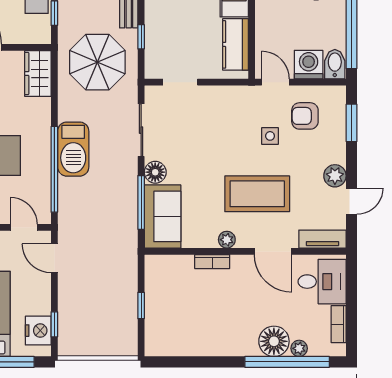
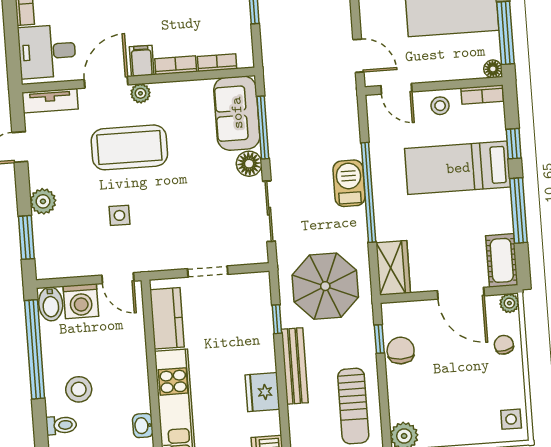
doorway: (180, 82) -> (208, 271), moved
armchair: (305, 116) -> (81, 241), removed
barbecue: (73, 149) -> (349, 183), width x0.73, depth x0.83
window: (54, 169) -> (368, 192), moved
plant: (335, 176) -> (43, 201), moved
plant: (227, 240) -> (140, 93), moved
door: (273, 251) -> (106, 82), hinge flipped
bookcase: (176, 261) -> (217, 63), added
filing cabinet: (241, 268) -> (142, 61), added

